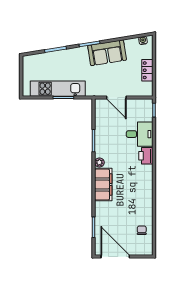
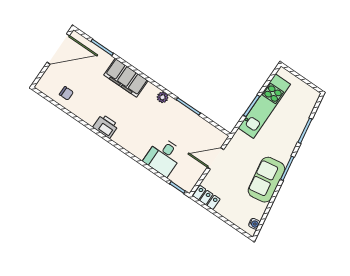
locker: (147, 70) -> (206, 197), moved
printer: (146, 156) -> (106, 126), moved
filing cabinet: (103, 185) -> (126, 78), moved

